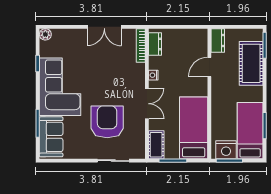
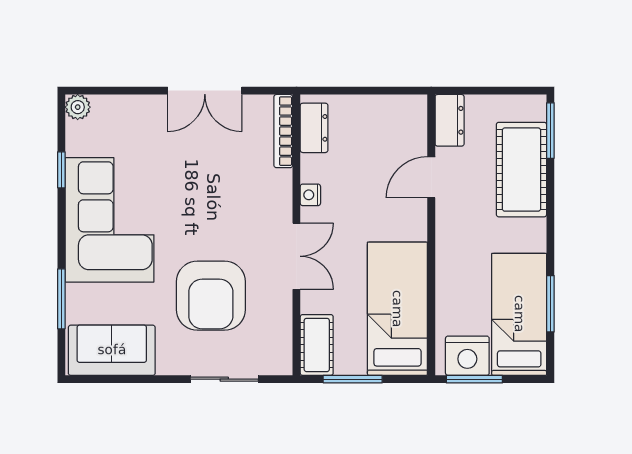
armchair: (107, 122) -> (211, 296), turned 180
sofa: (51, 137) -> (112, 350), moved, turned -90

